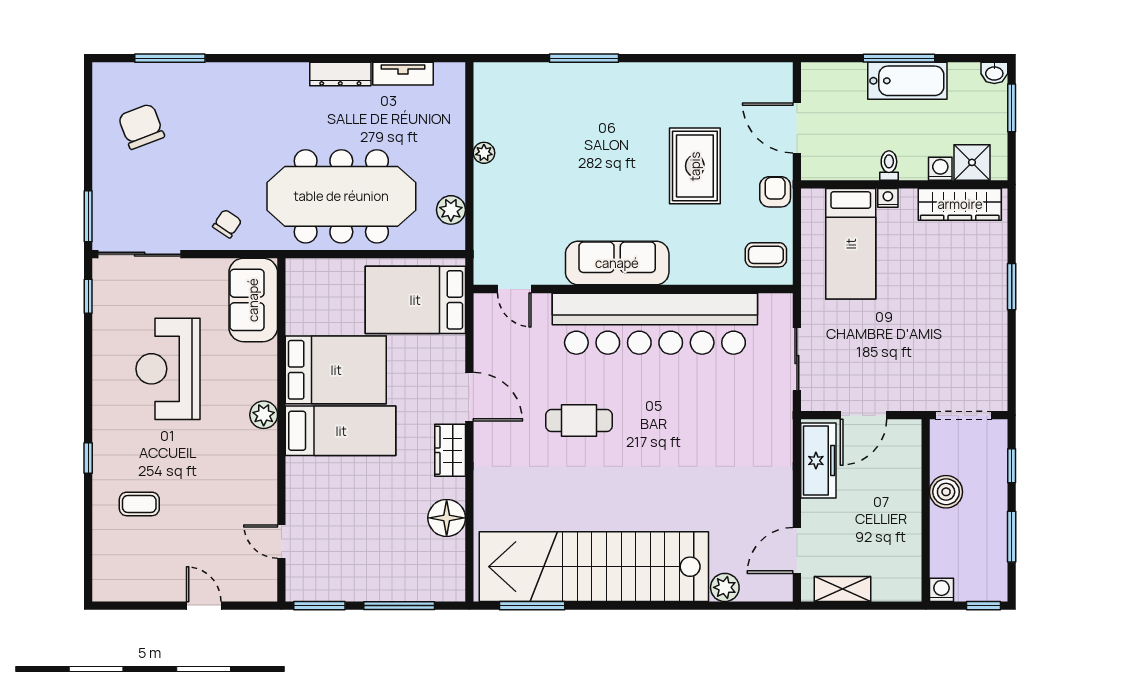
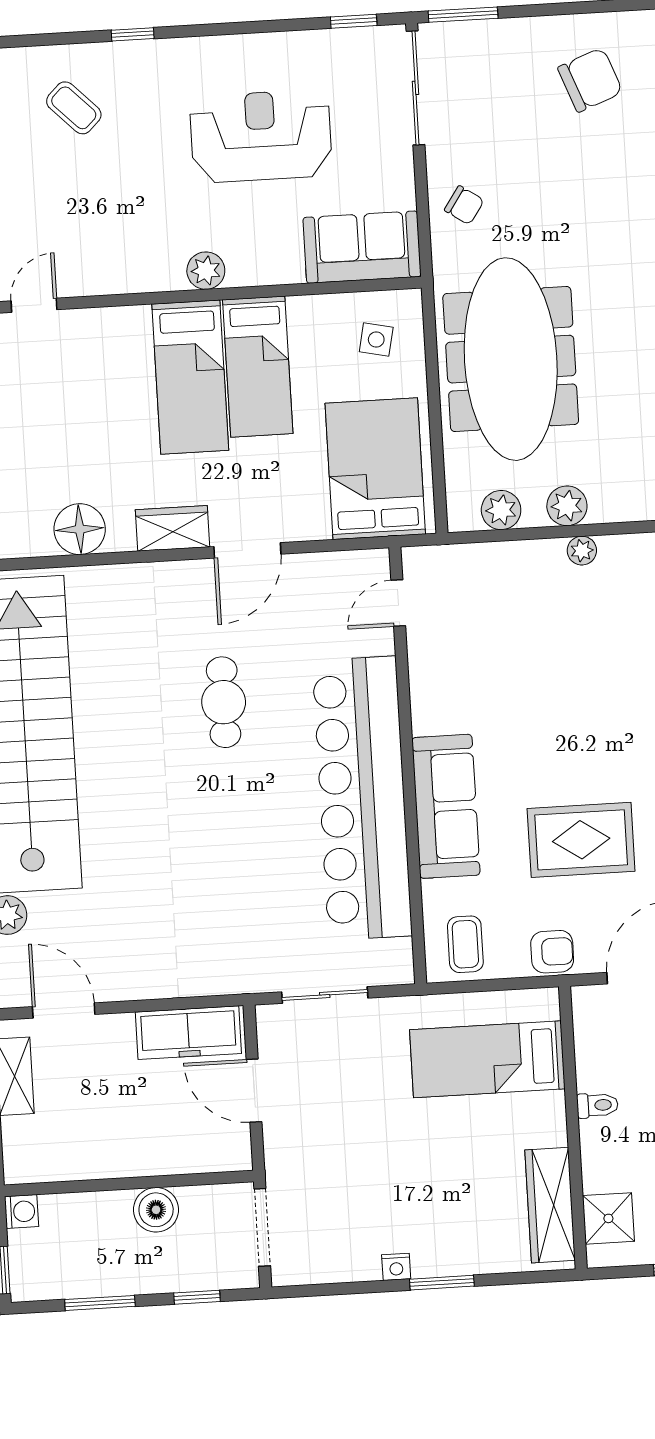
plant: (451, 162) -> (567, 506), added
washing machine: (940, 169) -> (597, 1176), removed
nightstand: (888, 198) -> (396, 1267), moved, turned 90
sofa: (617, 263) -> (446, 806), moved
side table: (321, 294) -> (376, 340), added
bed: (336, 370) -> (258, 367), width x0.67
coffee table: (139, 504) -> (74, 108), turned -45

